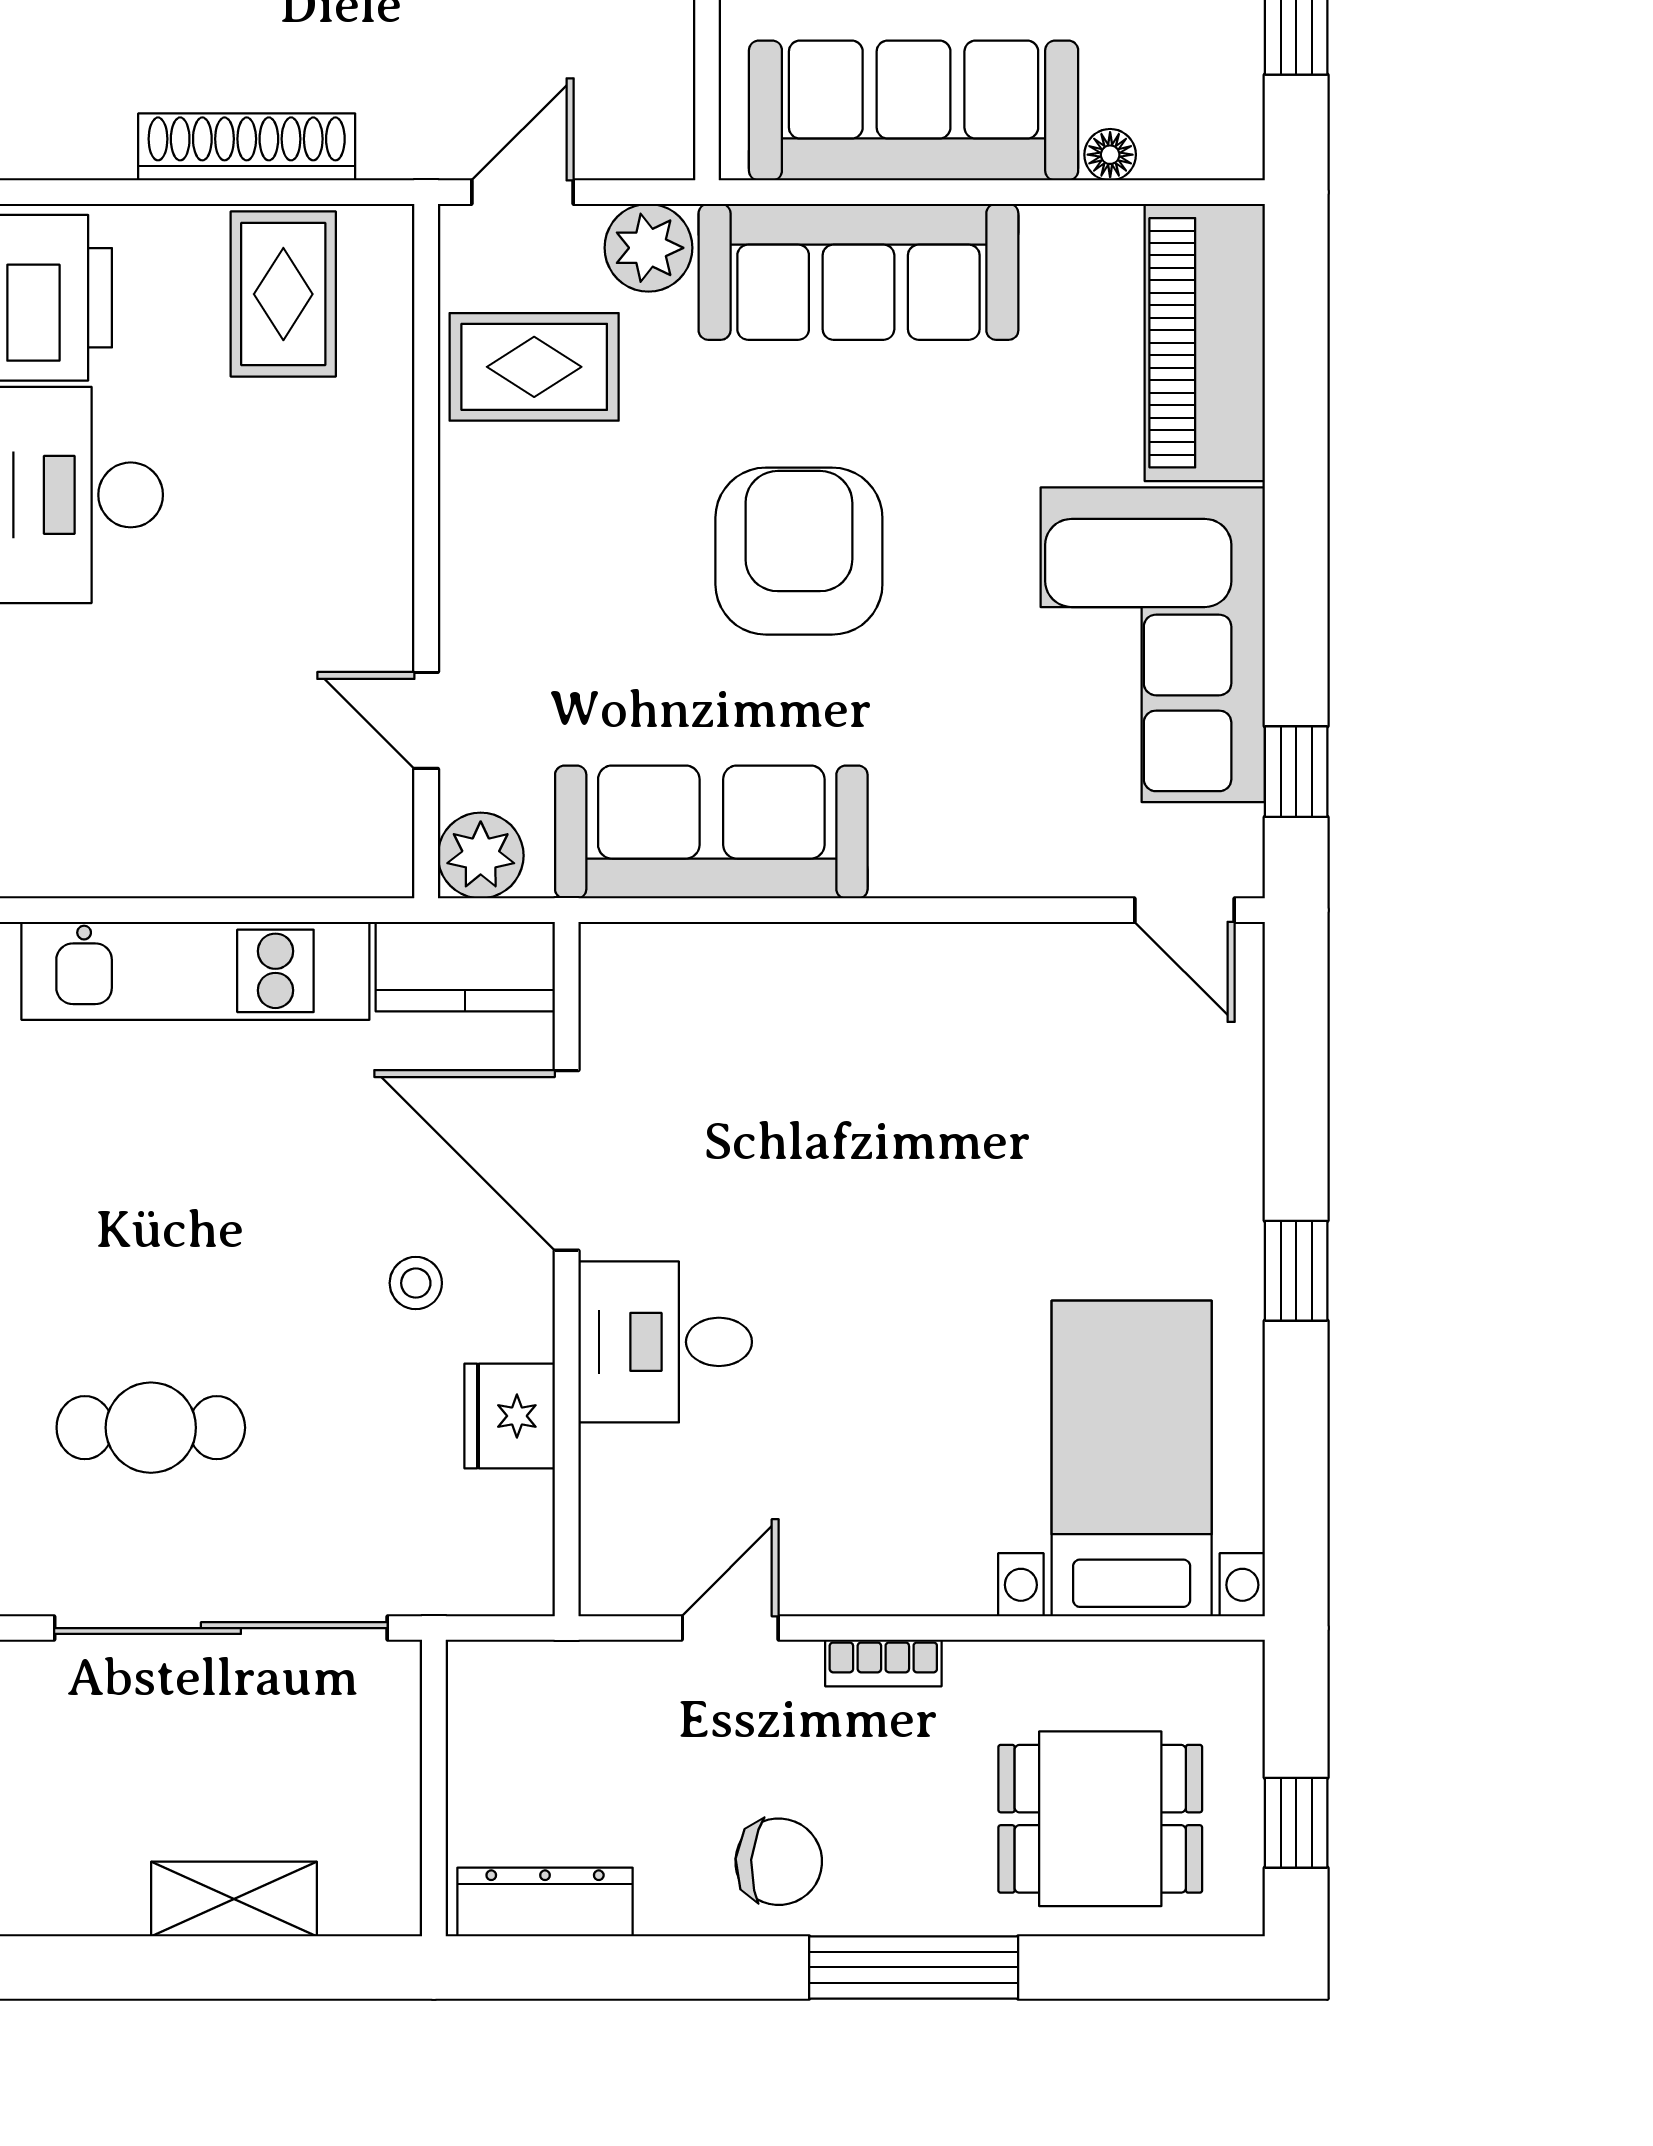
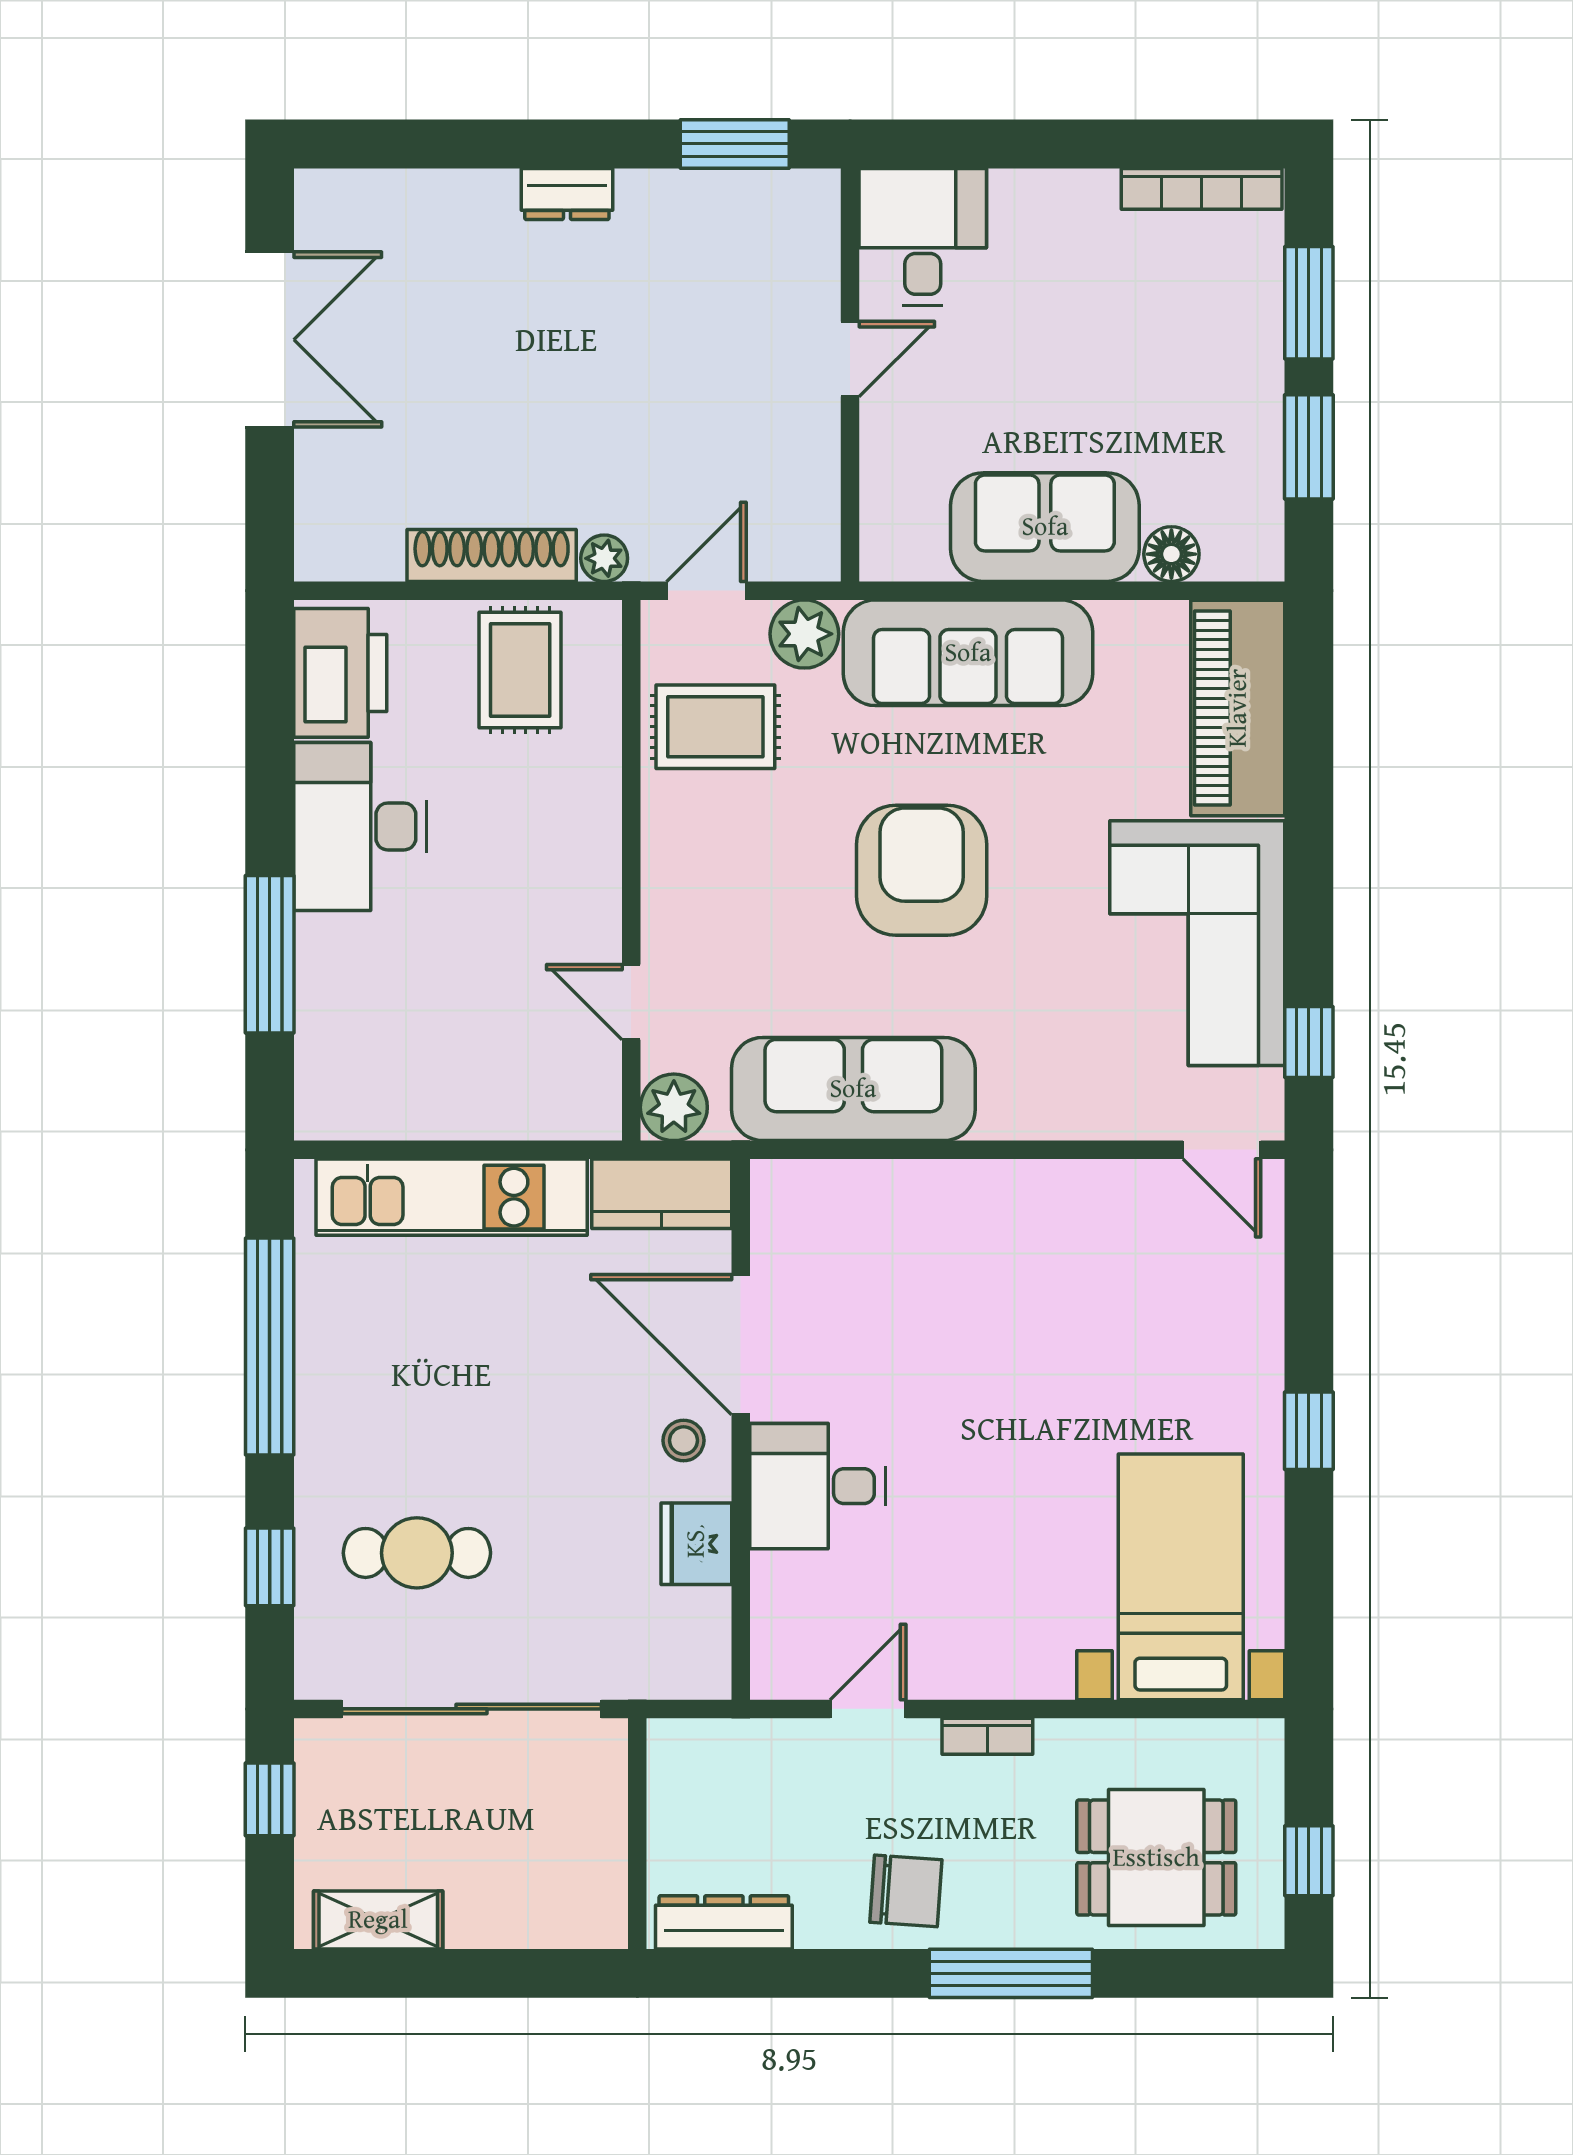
sofa: (914, 110) -> (1045, 527), width x0.73
plant: (391, 151) -> (604, 558), added
floor lamp: (1110, 155) -> (1171, 554), width x1.37, depth x1.37
stool: (416, 1283) -> (684, 1440), moved
shelving: (234, 1899) -> (378, 1920), moved

